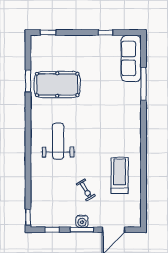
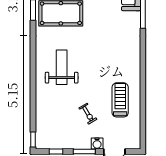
water cooler: (82, 221) -> (97, 143), moved

